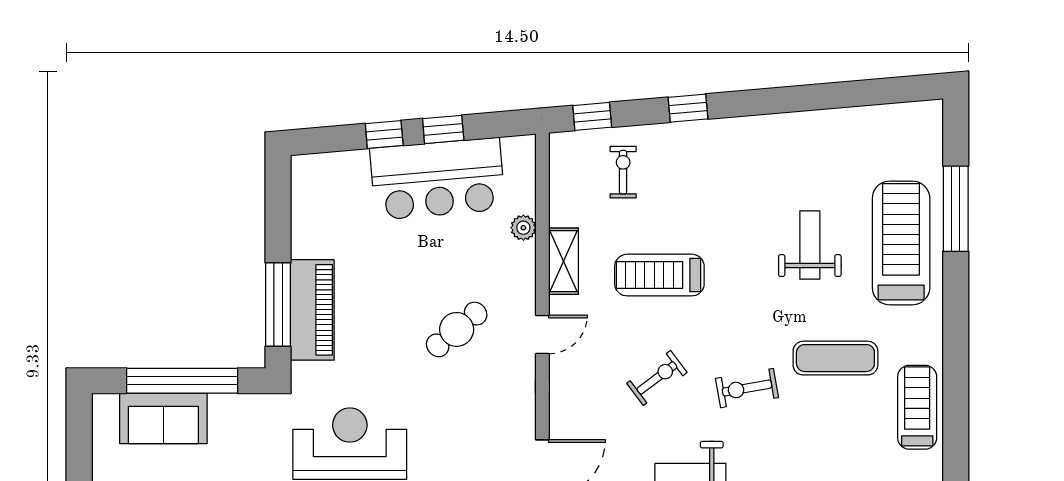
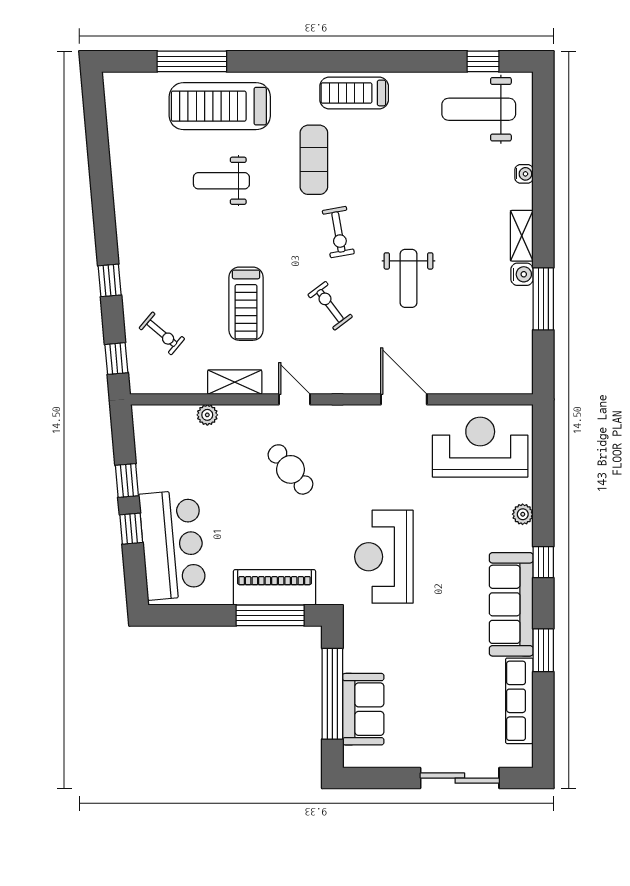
exercise bike: (623, 172) -> (162, 333), turned -140
bar counter: (438, 179) -> (172, 545), moved

